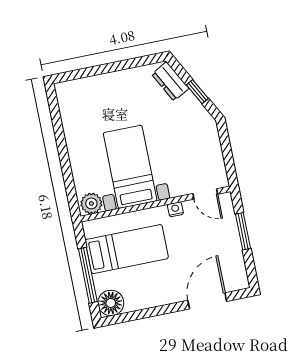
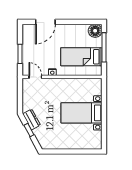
dresser: (170, 81) -> (32, 119), moved
bed with nightstands: (130, 167) -> (81, 113), moved, turned 90
plant: (91, 203) -> (95, 84), removed

